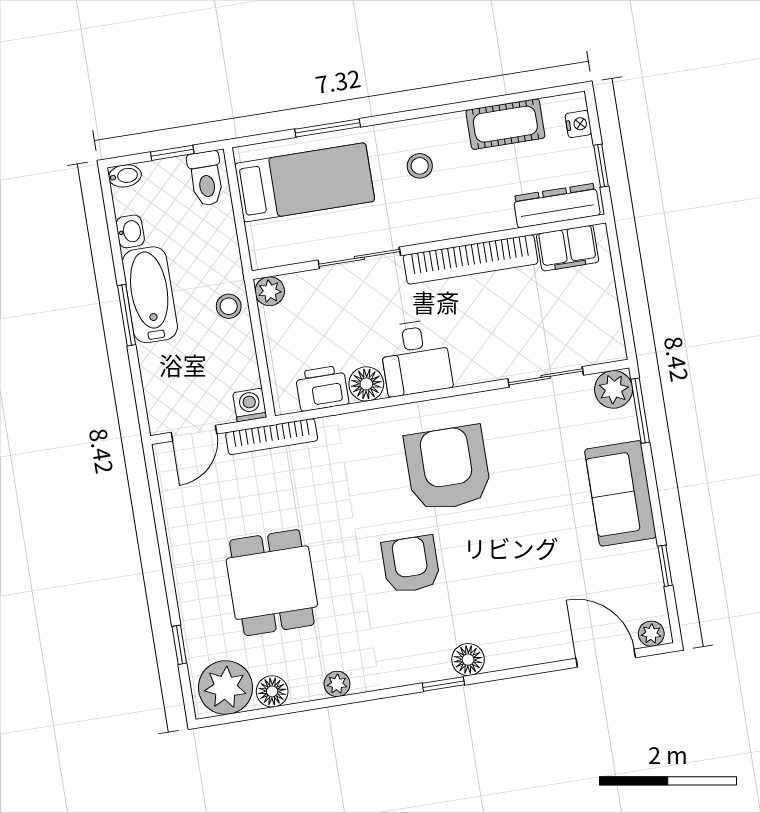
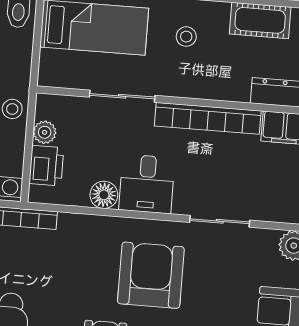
plant: (270, 291) -> (45, 132), moved
sliding door: (546, 377) -> (220, 221), moved
printer: (322, 388) -> (46, 166), moved, turned 90

